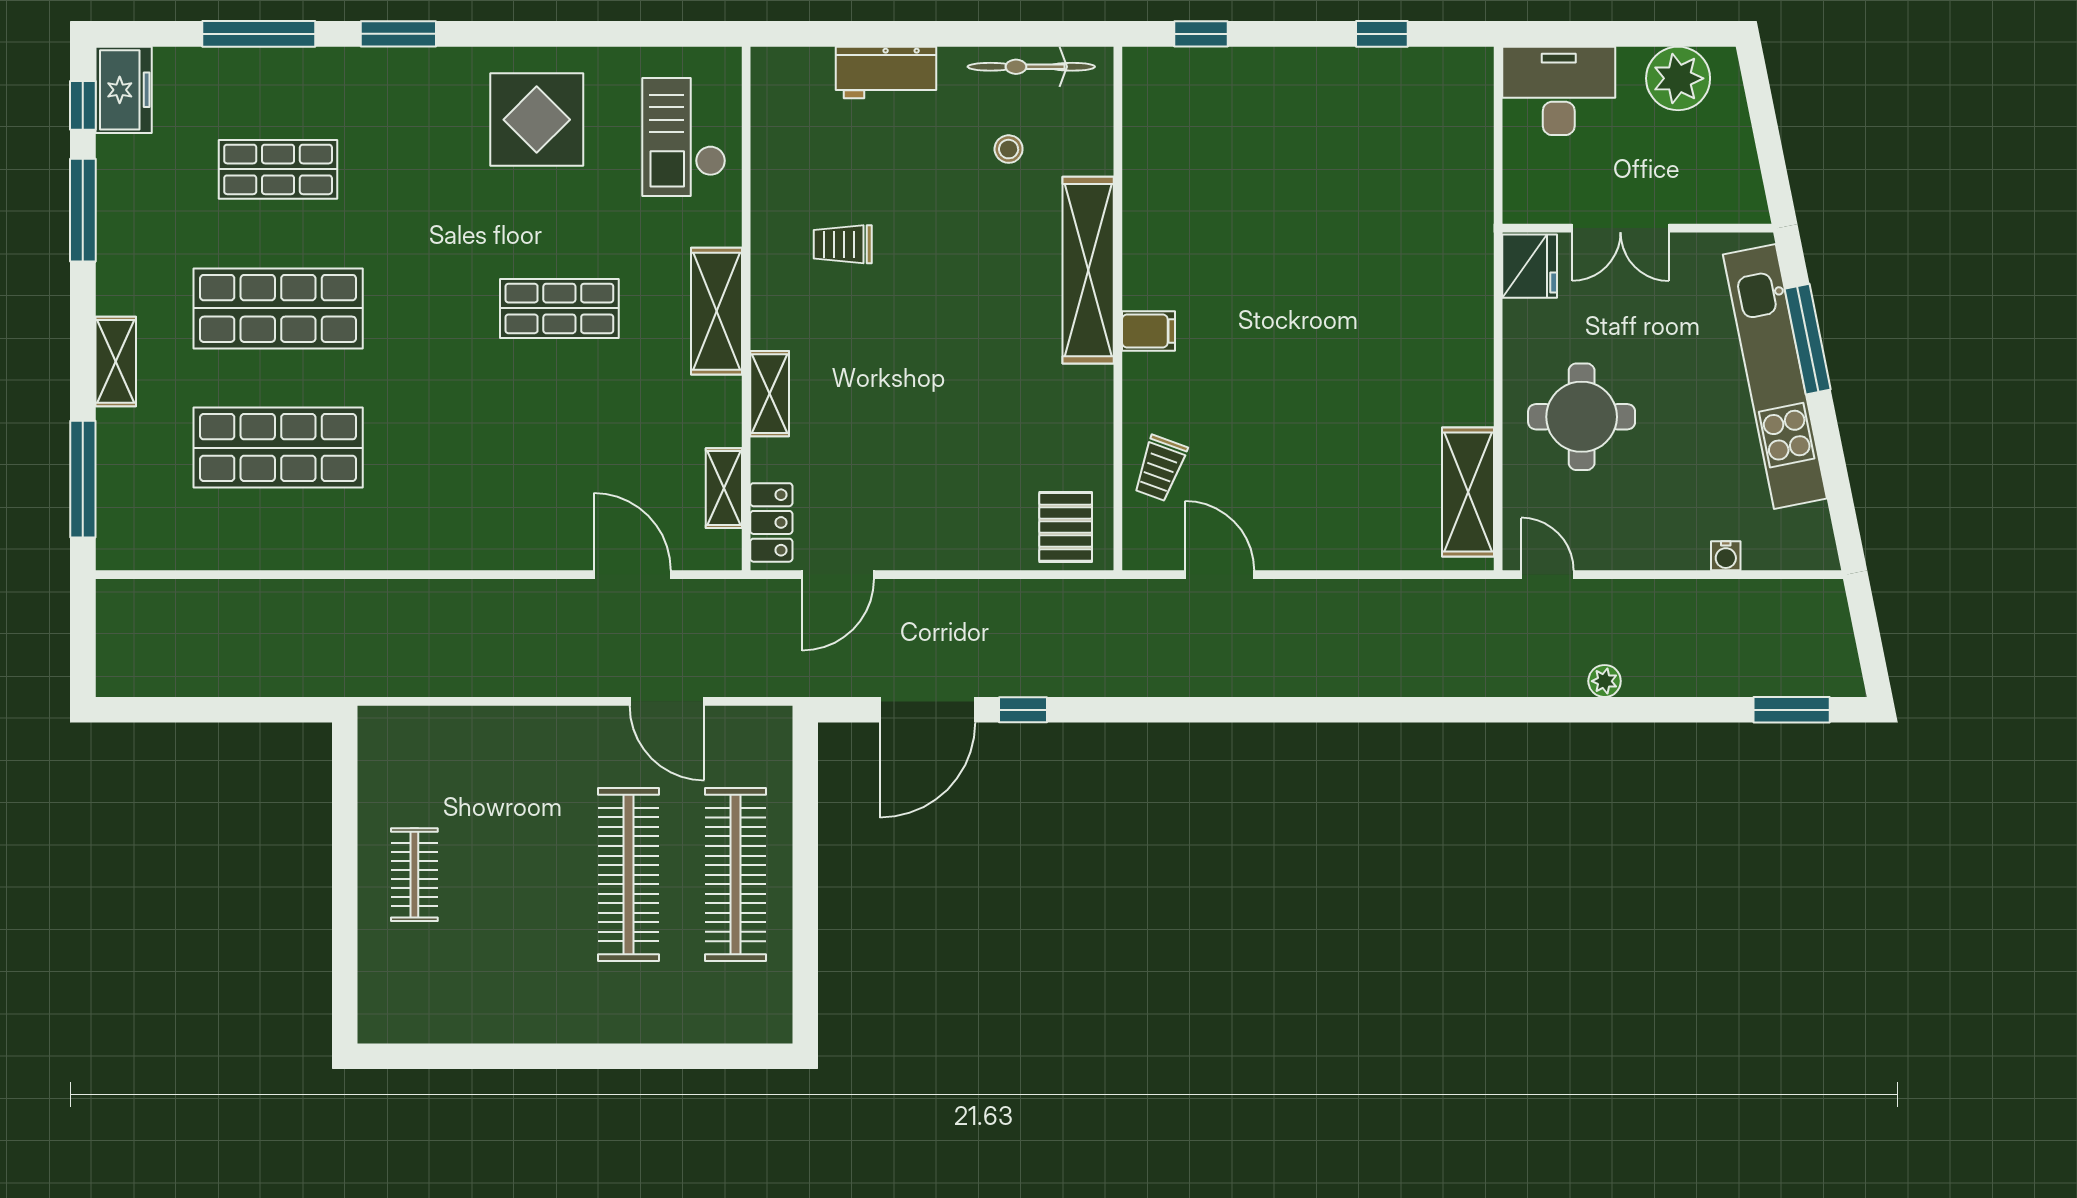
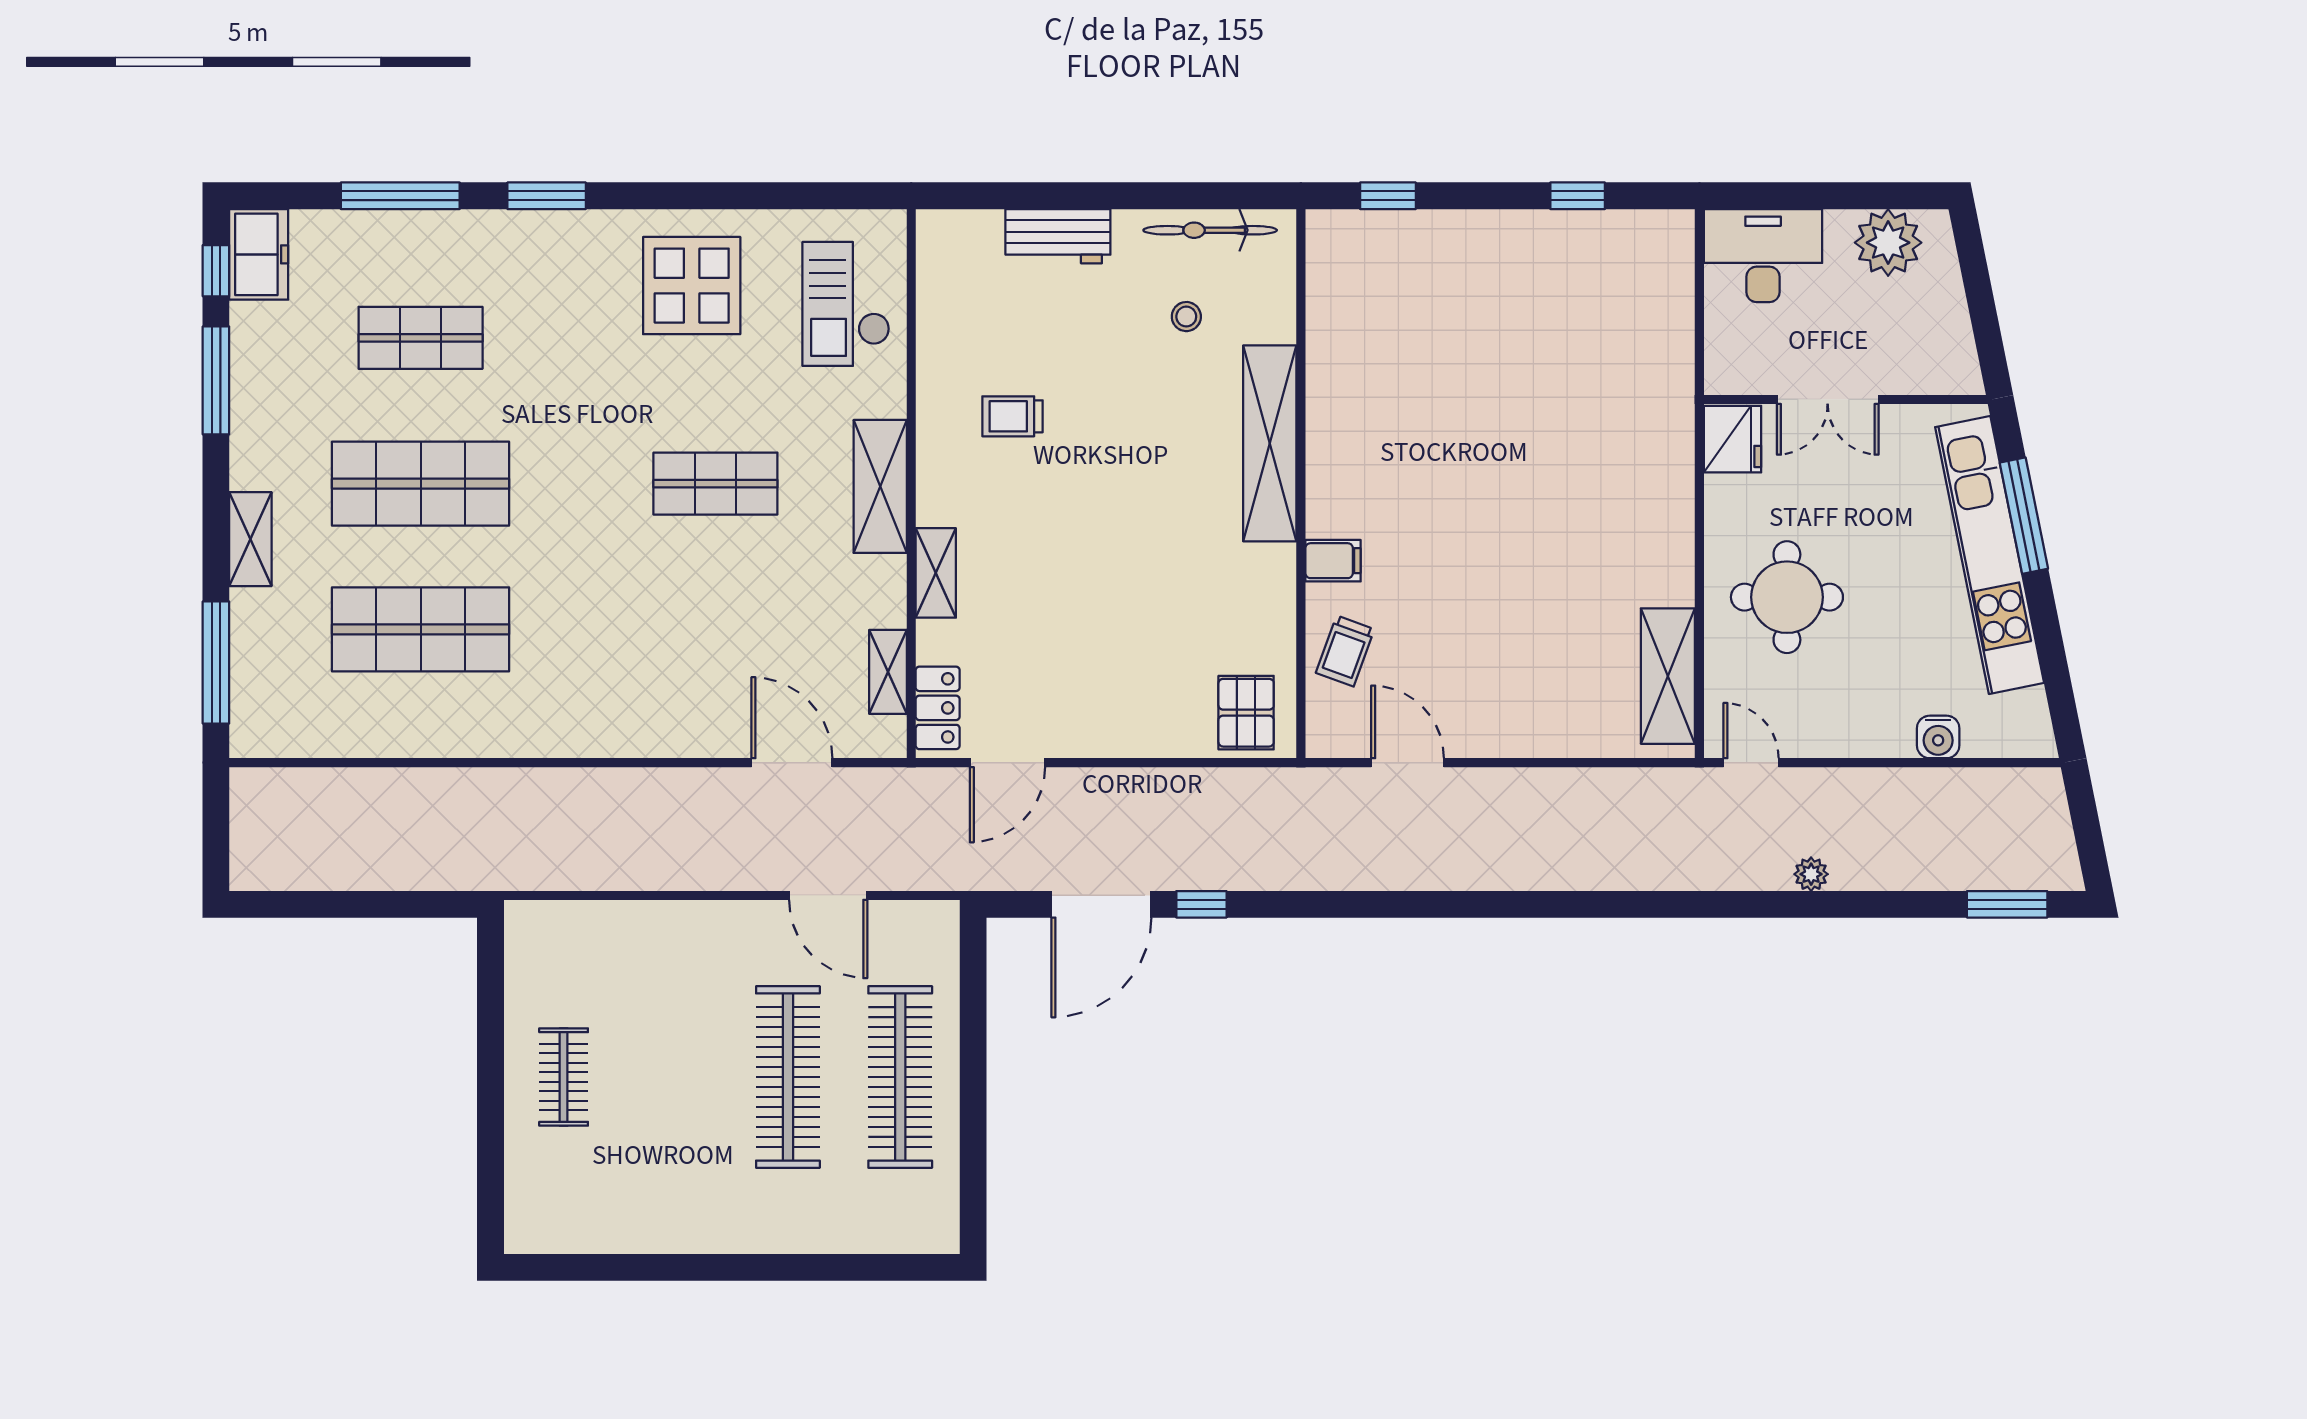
filing cabinet: (1148, 331) -> (1333, 561), moved
water cooler: (1726, 556) -> (1938, 737), width x1.38, depth x1.38

